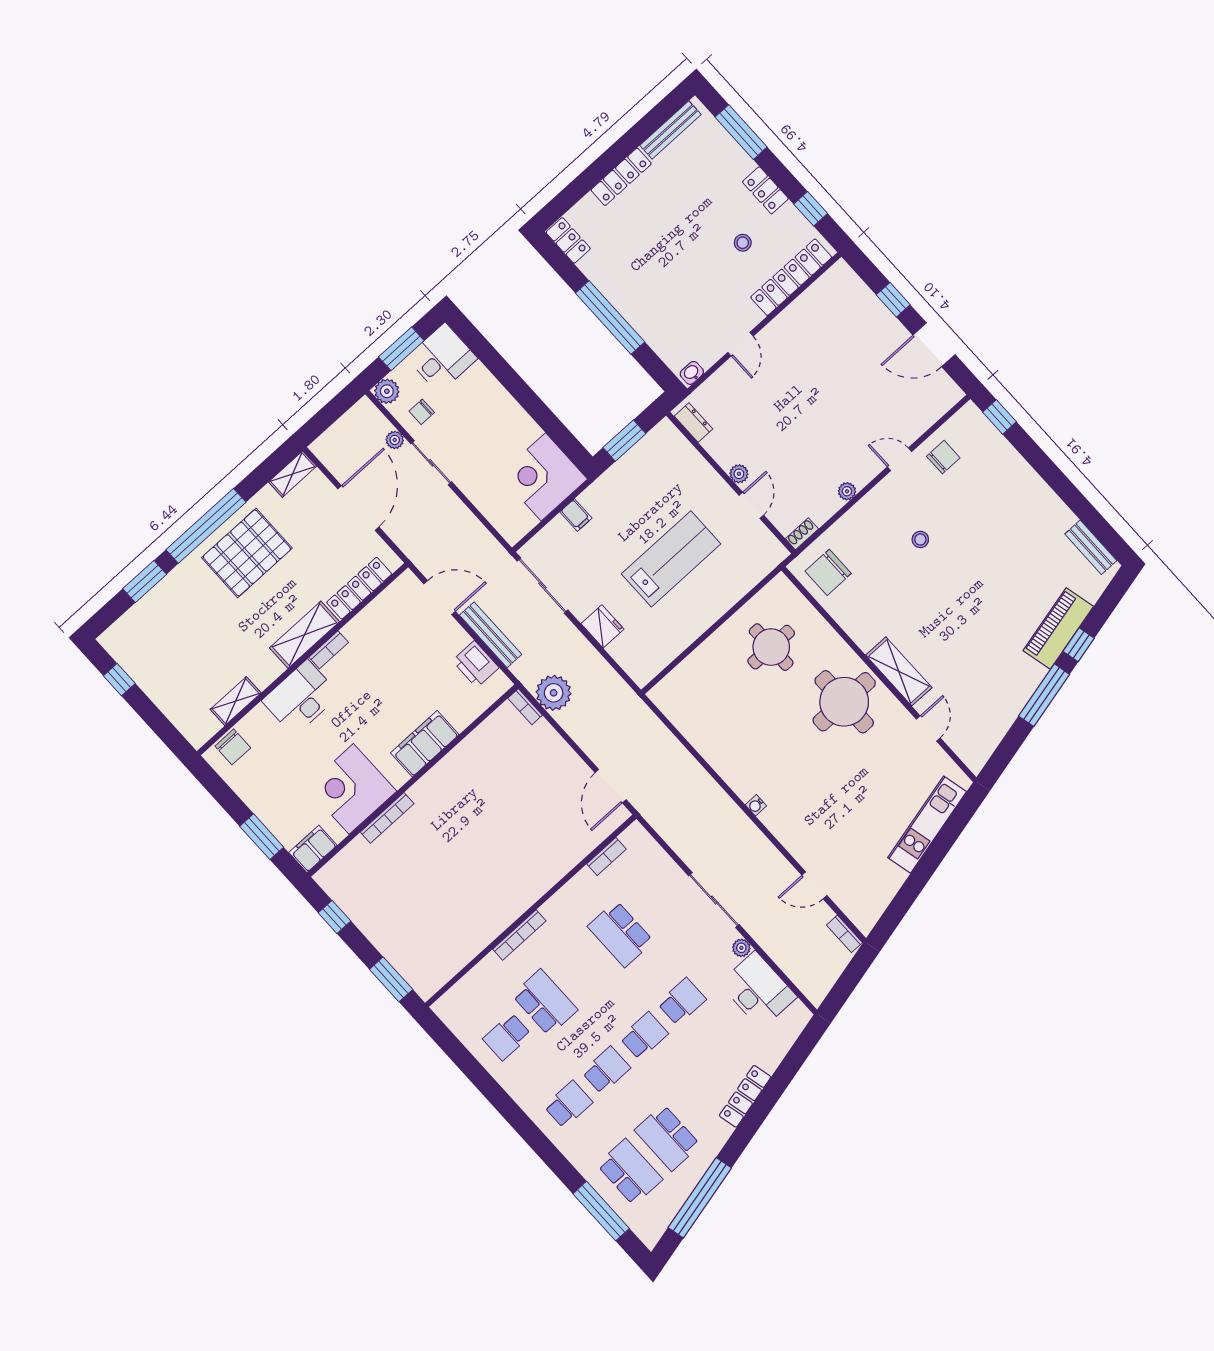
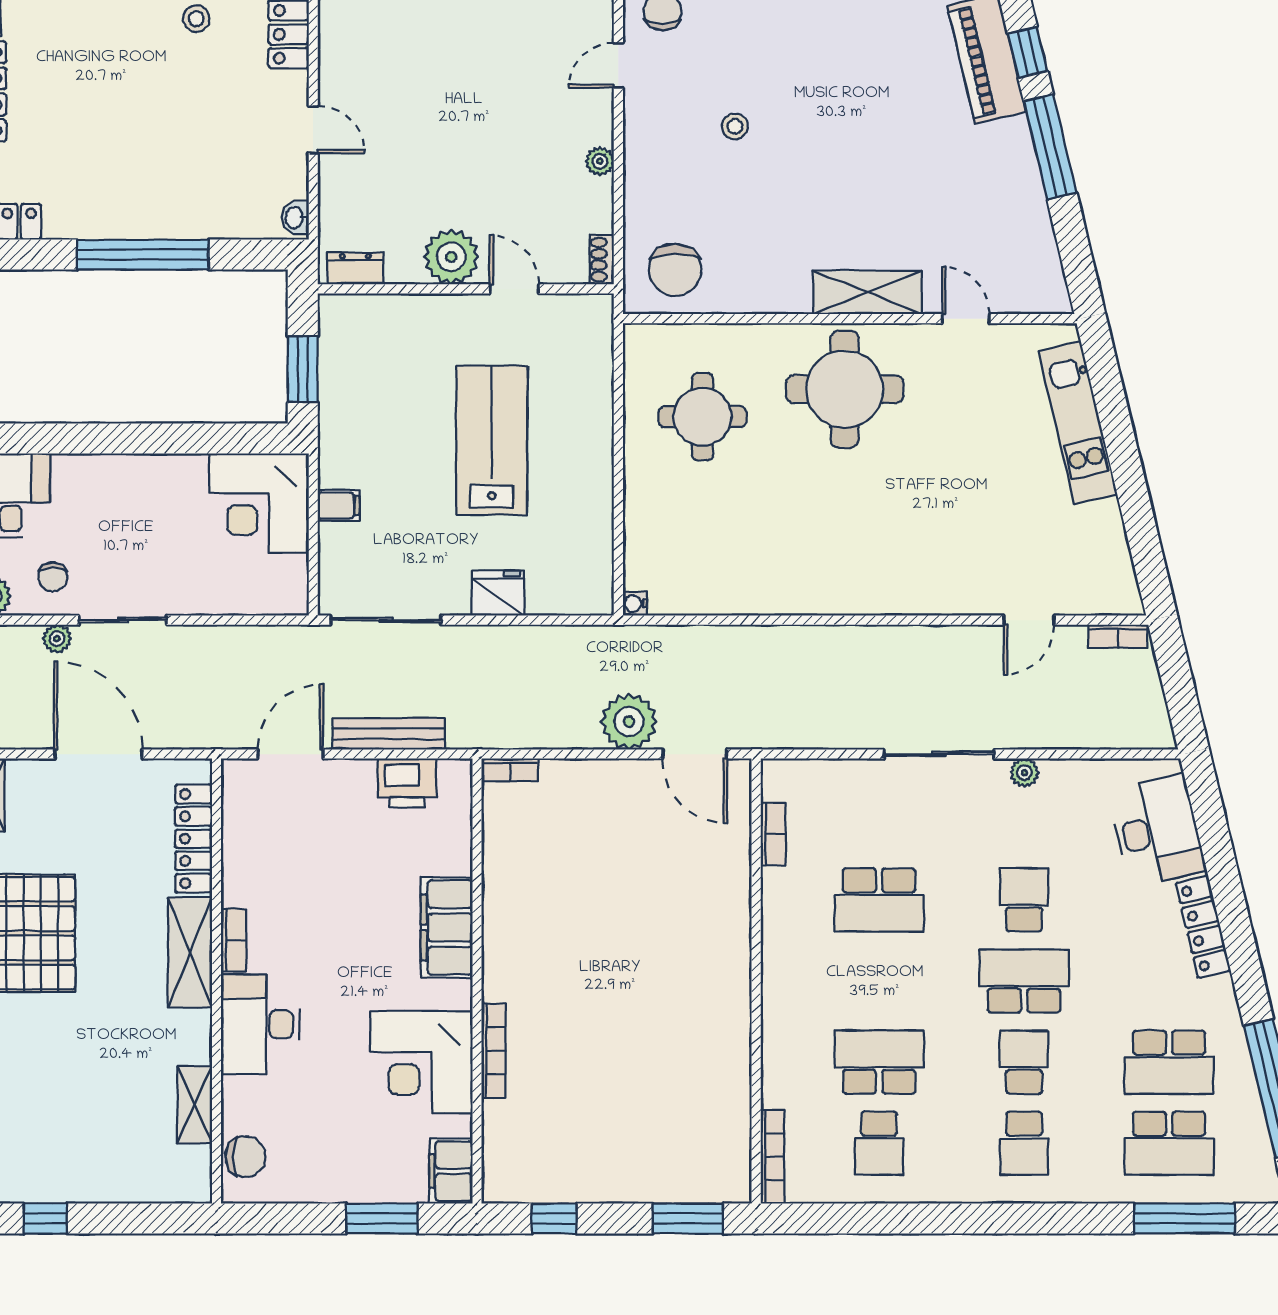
plant: (739, 474) -> (451, 257), width x1.88, depth x1.88
plant: (554, 693) -> (629, 721), moved
water cooler: (756, 805) -> (635, 603), moved, turned 90
bookcase: (519, 935) -> (773, 1157), moved
desk: (758, 990) -> (1157, 830), moved, turned 77
school desk: (644, 1036) -> (1024, 981), width x1.85
school desk: (568, 1104) -> (1024, 1143), turned 180
school desk: (630, 1172) -> (1169, 1143), turned 180

